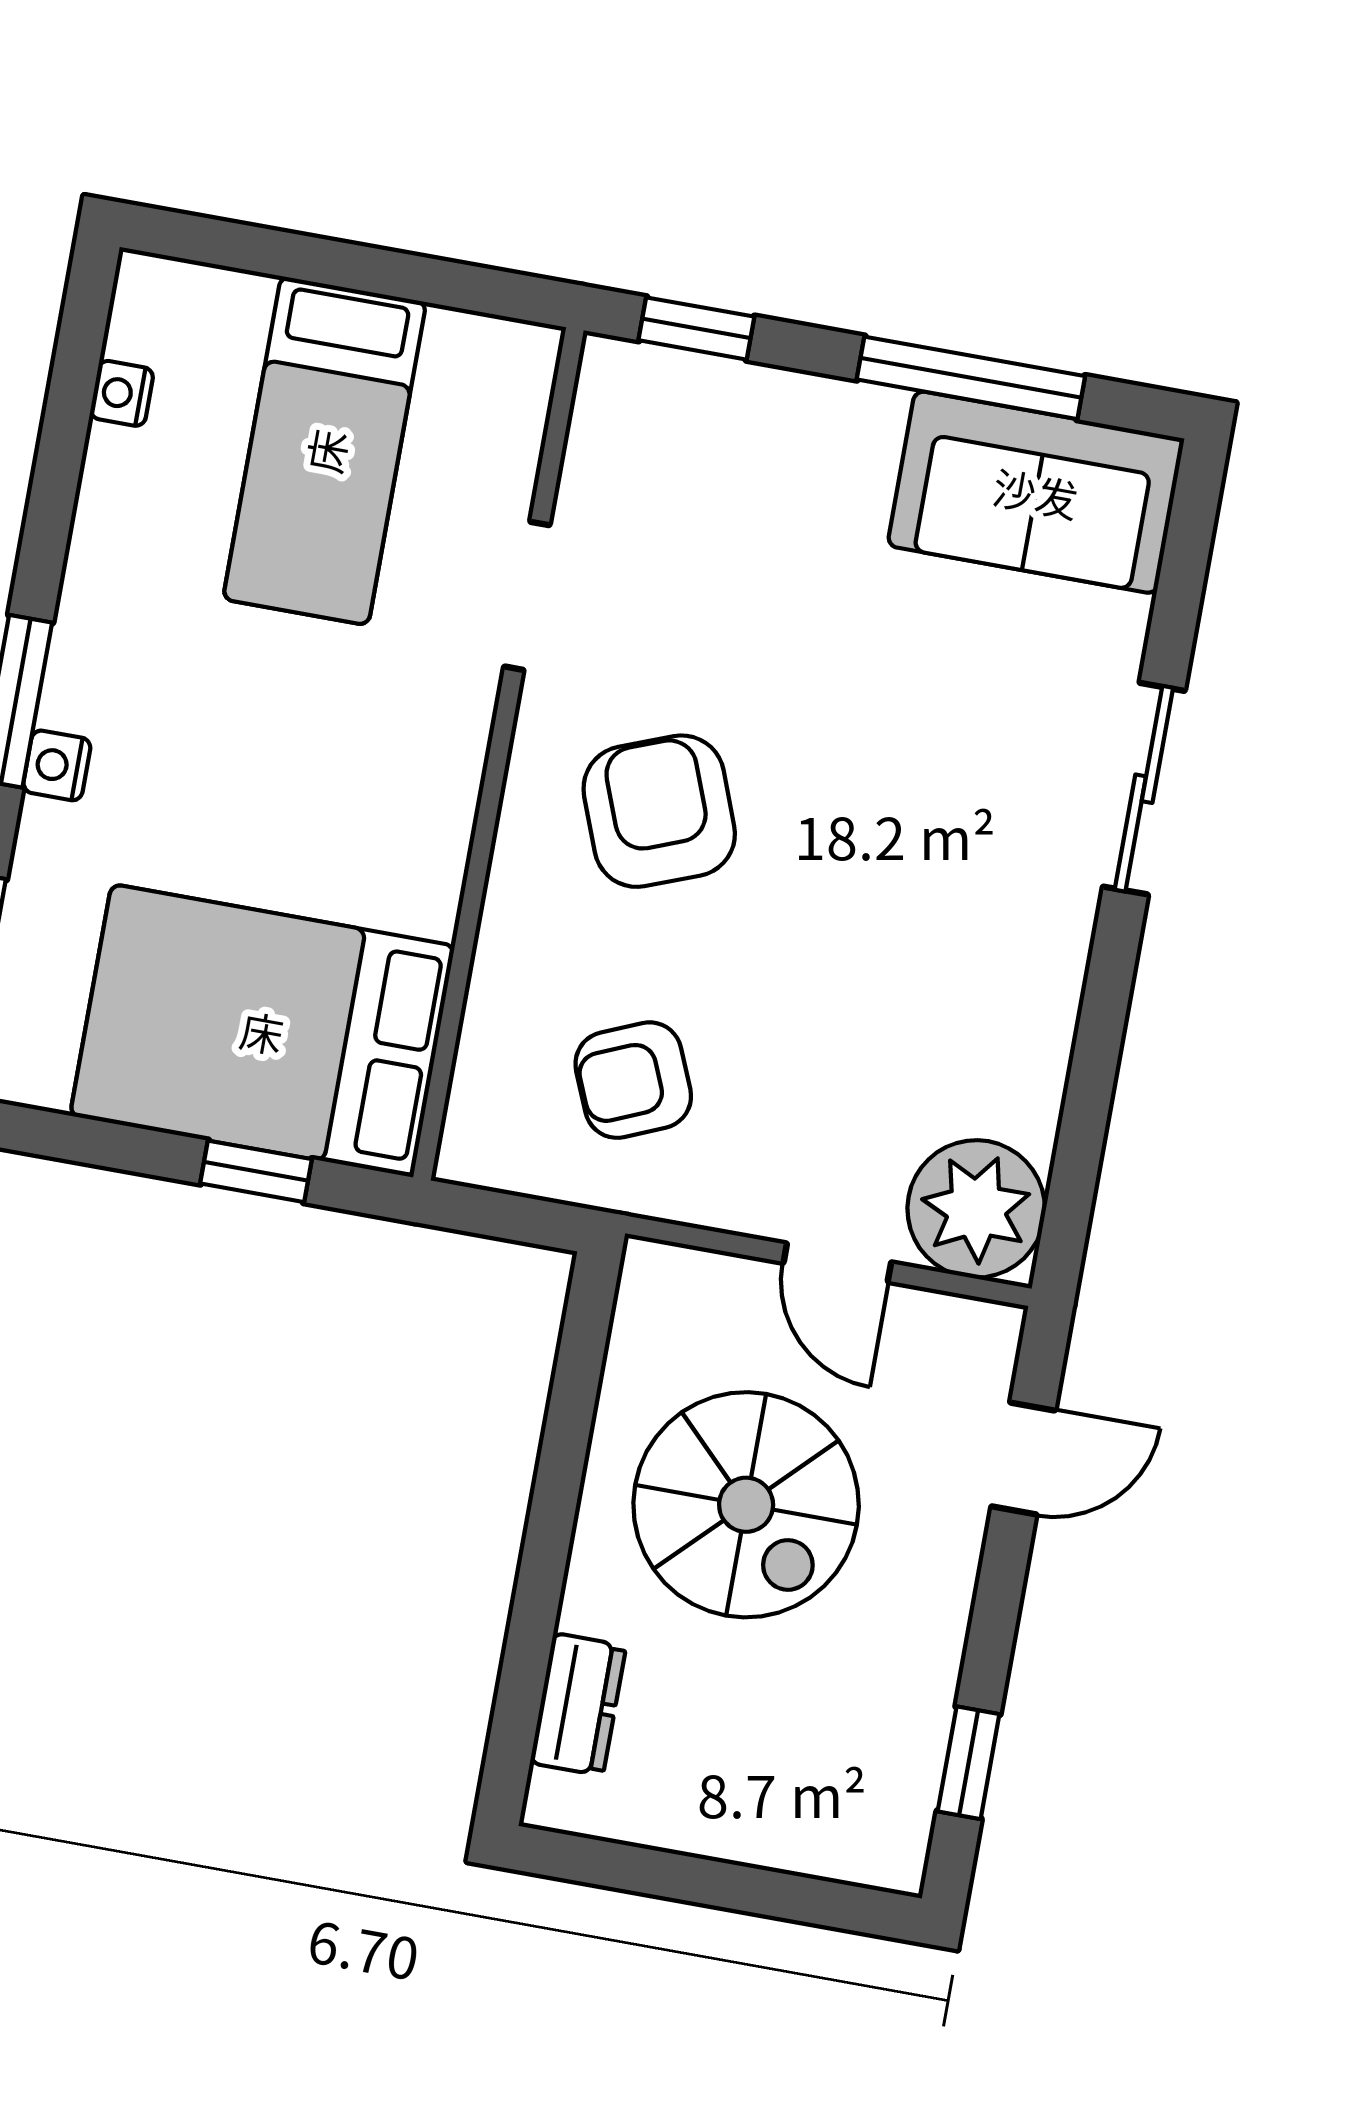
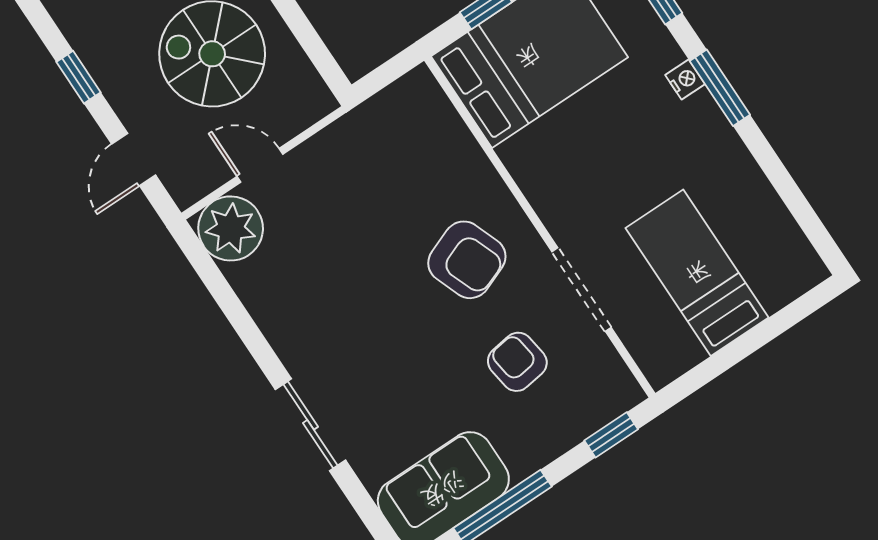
nightstand: (122, 393) -> (784, 226), removed
doorway: (527, 596) -> (582, 289), width x1.38
armchair: (633, 1080) -> (517, 362), moved, turned -75
window: (969, 1763) -> (79, 77), moved

